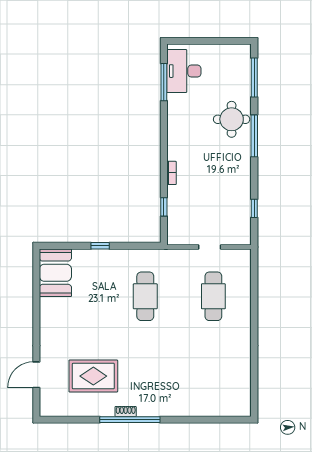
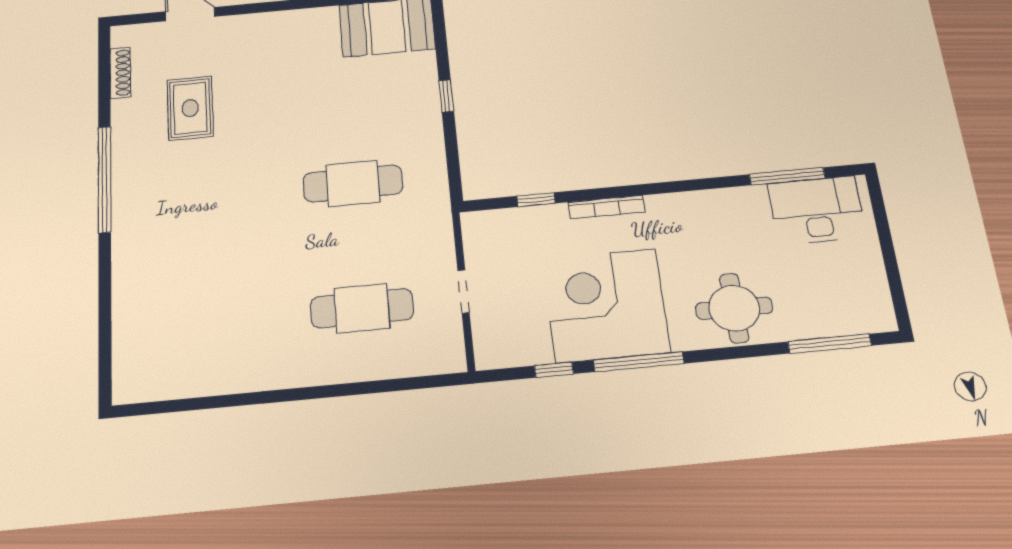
window: (254, 136) -> (639, 362), moved
bookcase: (172, 173) -> (606, 207), width x1.56
corner desk: (224, 180) -> (606, 305), added
rug: (93, 376) -> (190, 108), width x0.73, depth x0.70
shoe rack: (126, 412) -> (120, 73), moved, width x1.43

